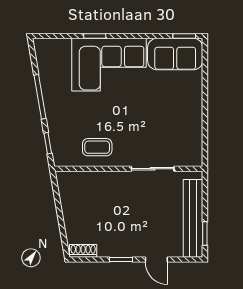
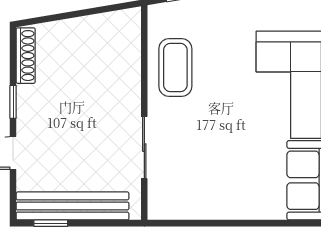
coffee table: (97, 147) -> (175, 68), width x1.36, depth x1.30
shoe rack: (83, 251) -> (26, 56), width x1.43

